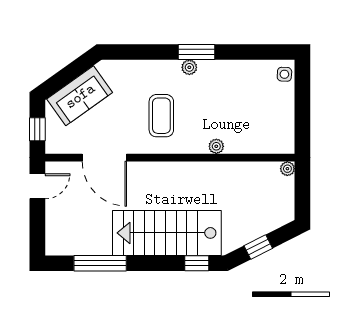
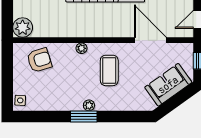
armchair: (258, 130) -> (39, 60), added
plant: (216, 146) -> (81, 48), moved
plant: (287, 169) -> (23, 27), width x1.88, depth x1.88

